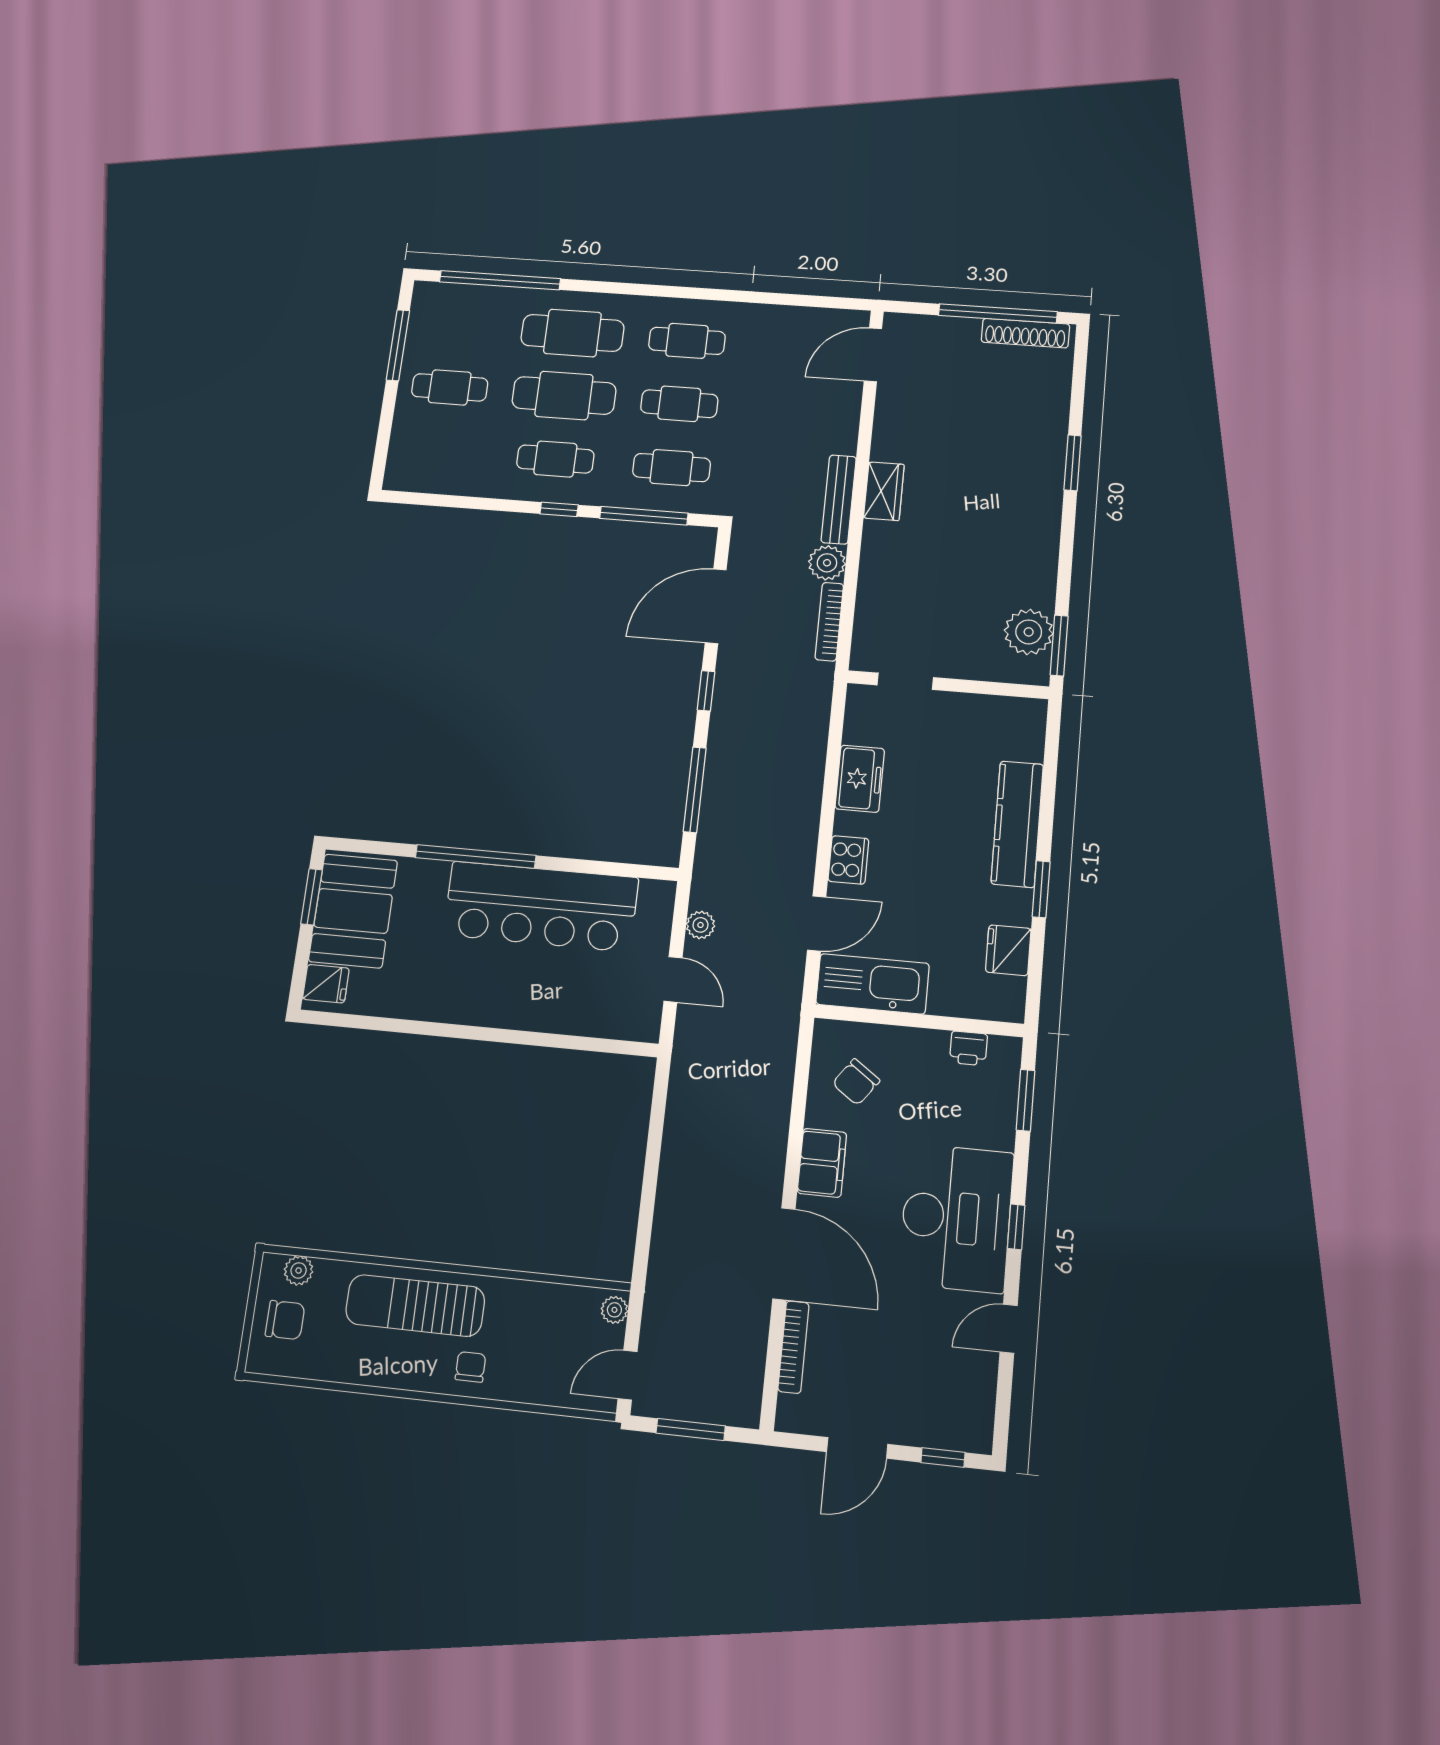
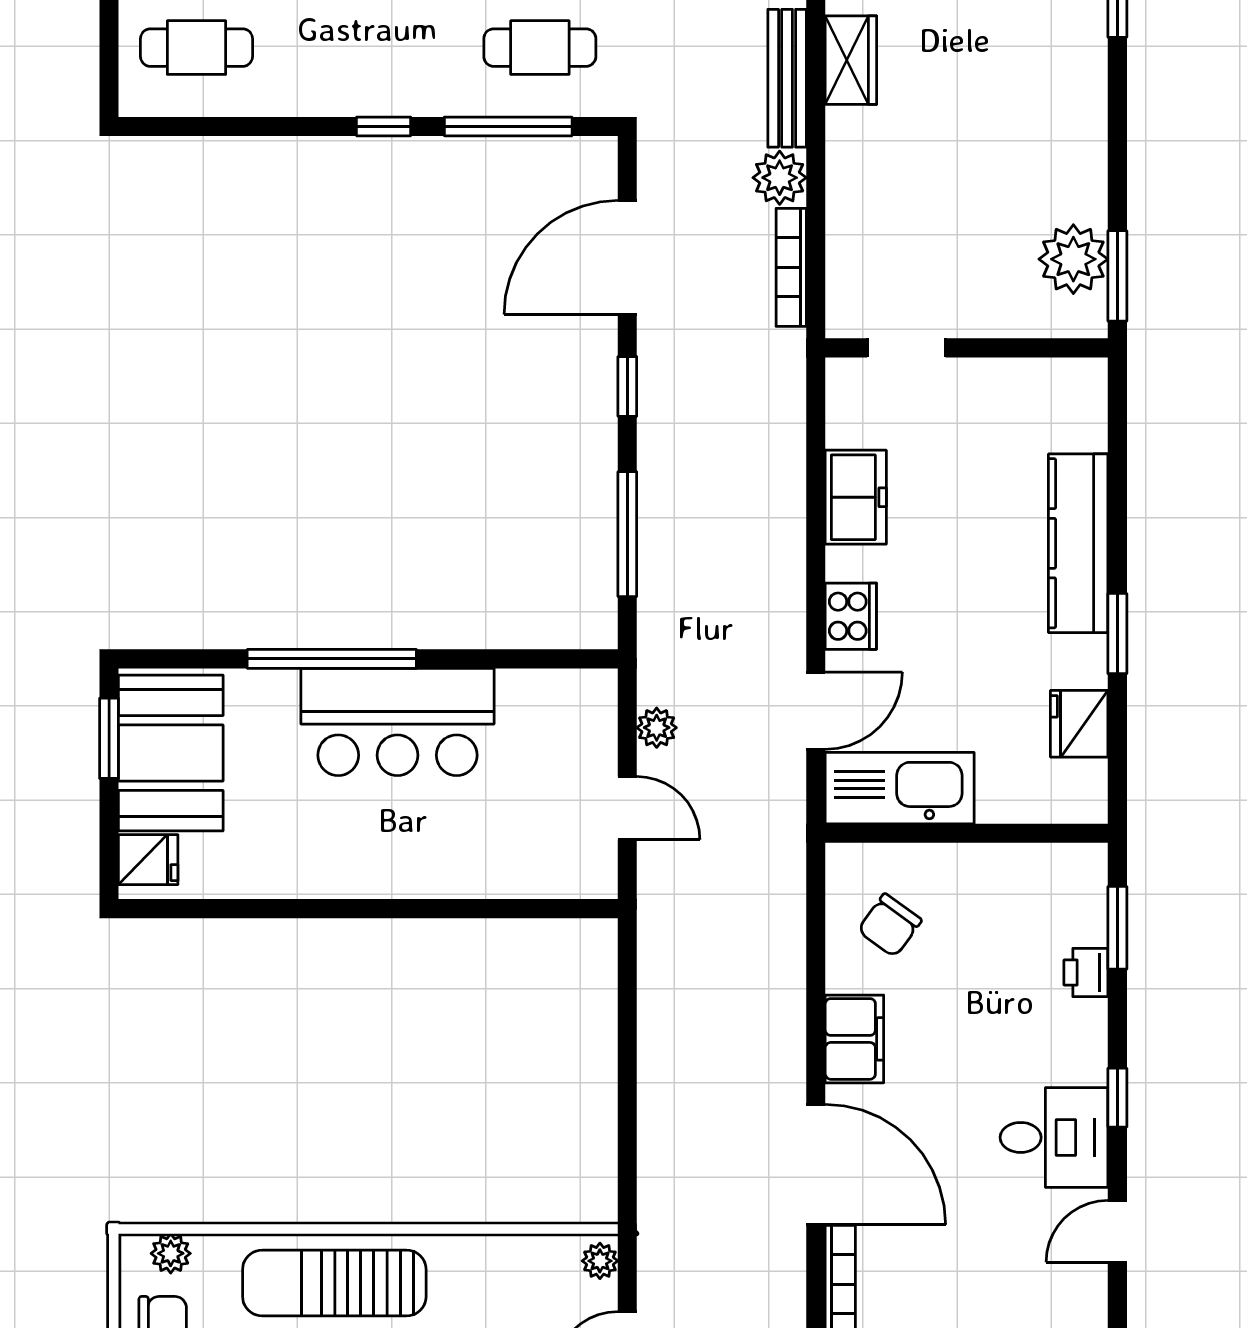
cafe table: (555, 459) -> (196, 48), moved
bar counter: (541, 906) -> (397, 722), width x0.73
printer: (968, 1048) -> (1086, 972), moved, turned 90
desk: (956, 1218) -> (1054, 1137), width x0.53, depth x0.77

